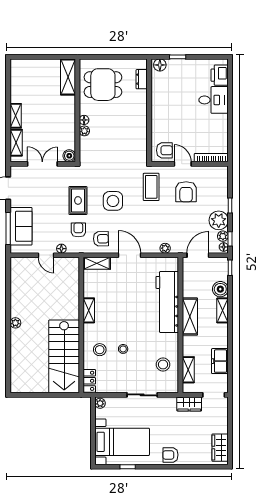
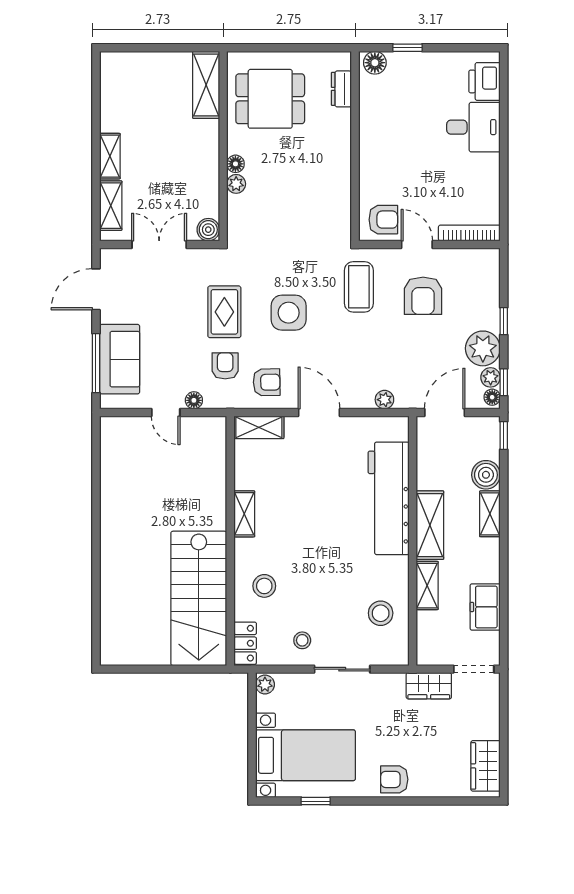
plant: (15, 323) -> (109, 537), removed
stool: (123, 349) -> (302, 640), moved
shelving: (188, 370) -> (427, 586), moved

